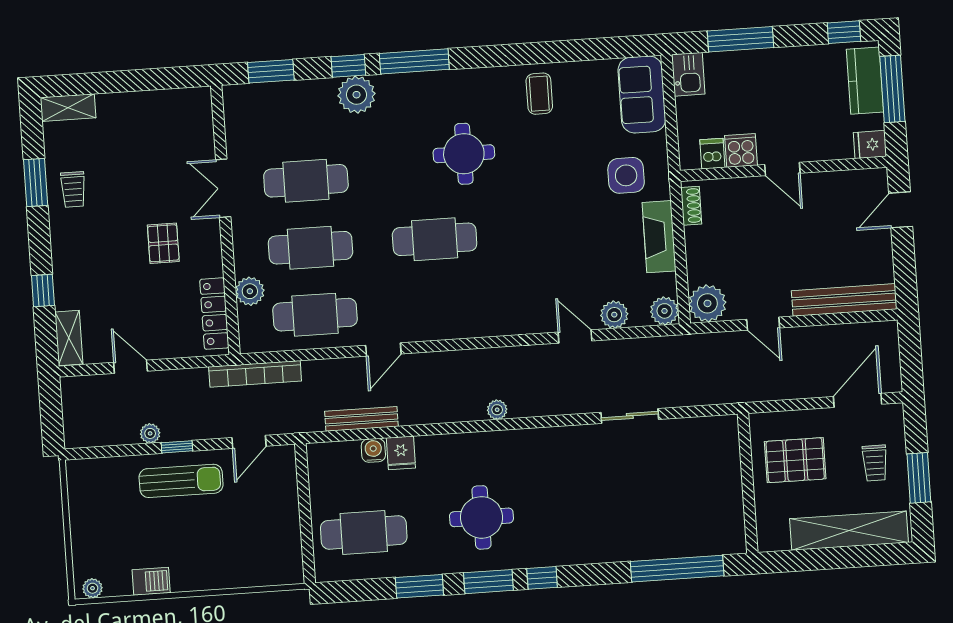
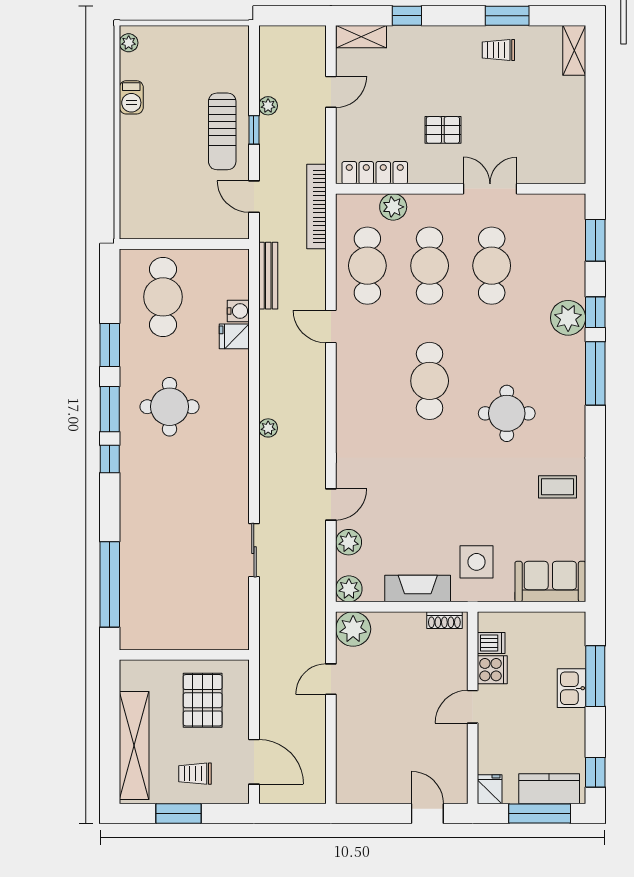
kitchen sink: (688, 74) -> (571, 688), moved, turned 90
bench: (844, 300) -> (348, 756), removed
bench: (361, 419) -> (268, 276), moved

